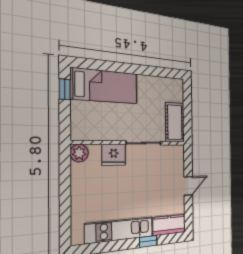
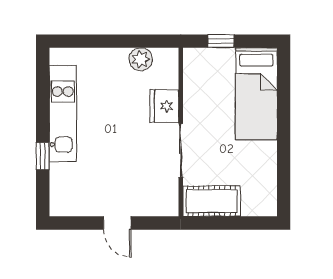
window: (65, 89) -> (221, 41), moved
plant: (79, 153) -> (141, 59), moved
kitchen counter: (169, 225) -> (62, 190), removed

